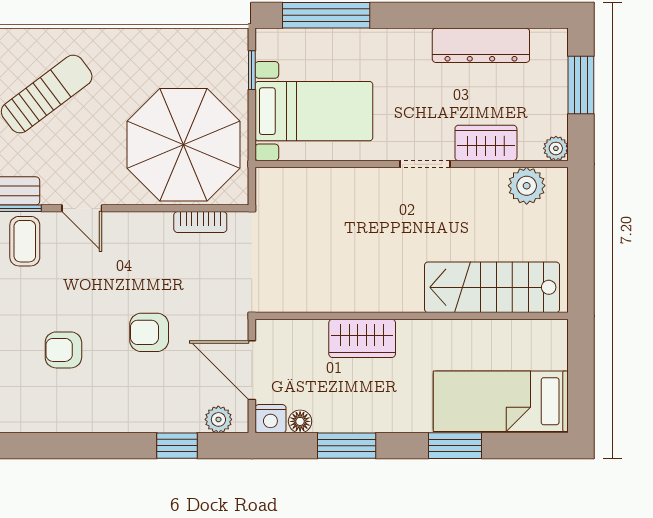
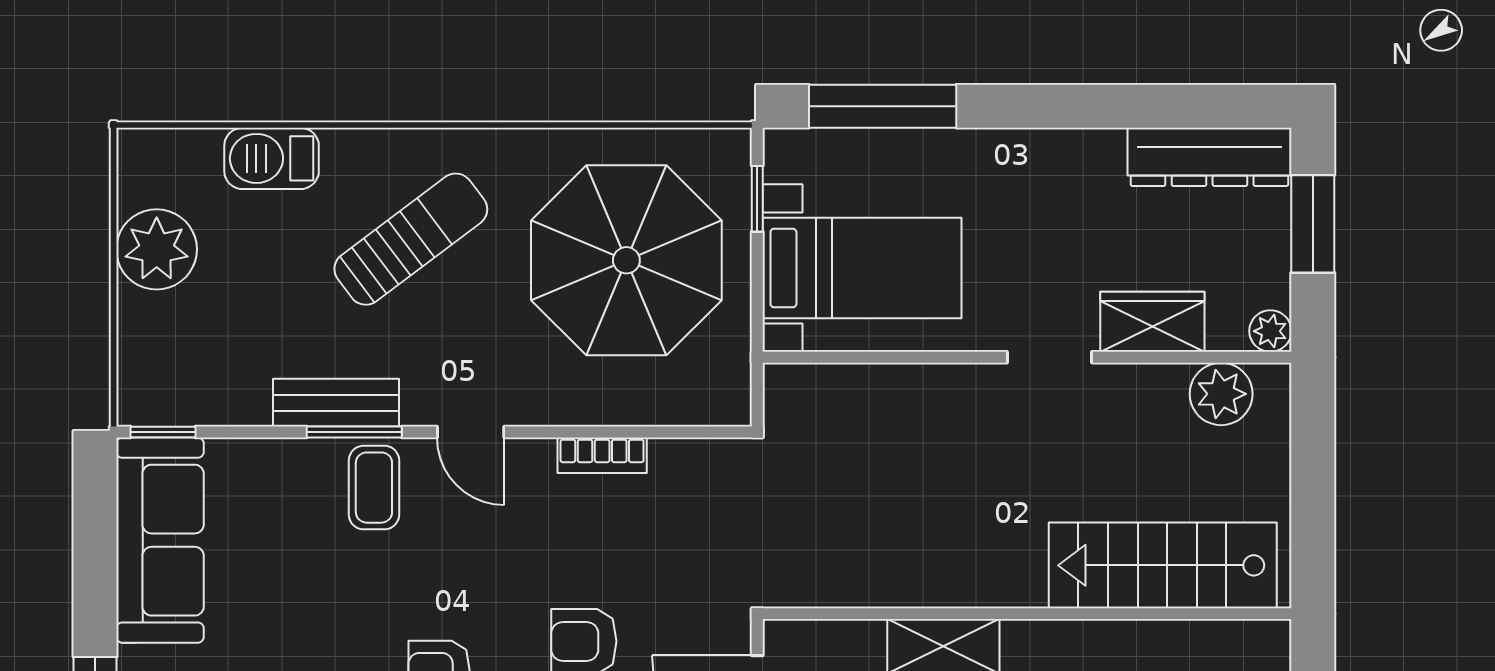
dresser: (481, 45) -> (1209, 157), moved
parasol: (184, 145) -> (626, 260), moved
bookcase: (200, 222) -> (602, 455), moved

